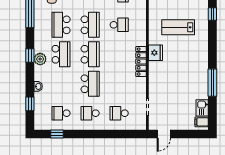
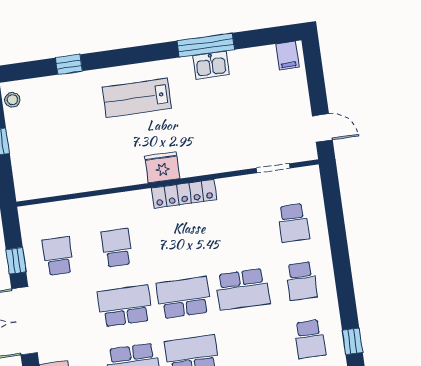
lab bench: (178, 27) -> (137, 98), moved, turned 90
school desk: (90, 84) -> (243, 289), turned 180
kitchen sink: (202, 108) -> (211, 65), moved

